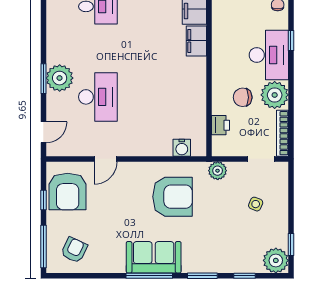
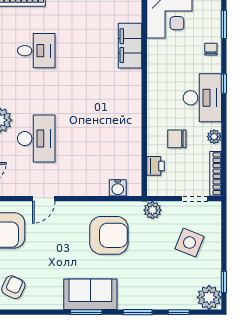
filing cabinet: (196, 41) -> (132, 84), removed
plant: (275, 95) -> (214, 137), width x0.53, depth x0.53
side table: (256, 204) -> (190, 243), width x1.87, depth x1.87
window: (149, 276) -> (86, 312), width x0.69

